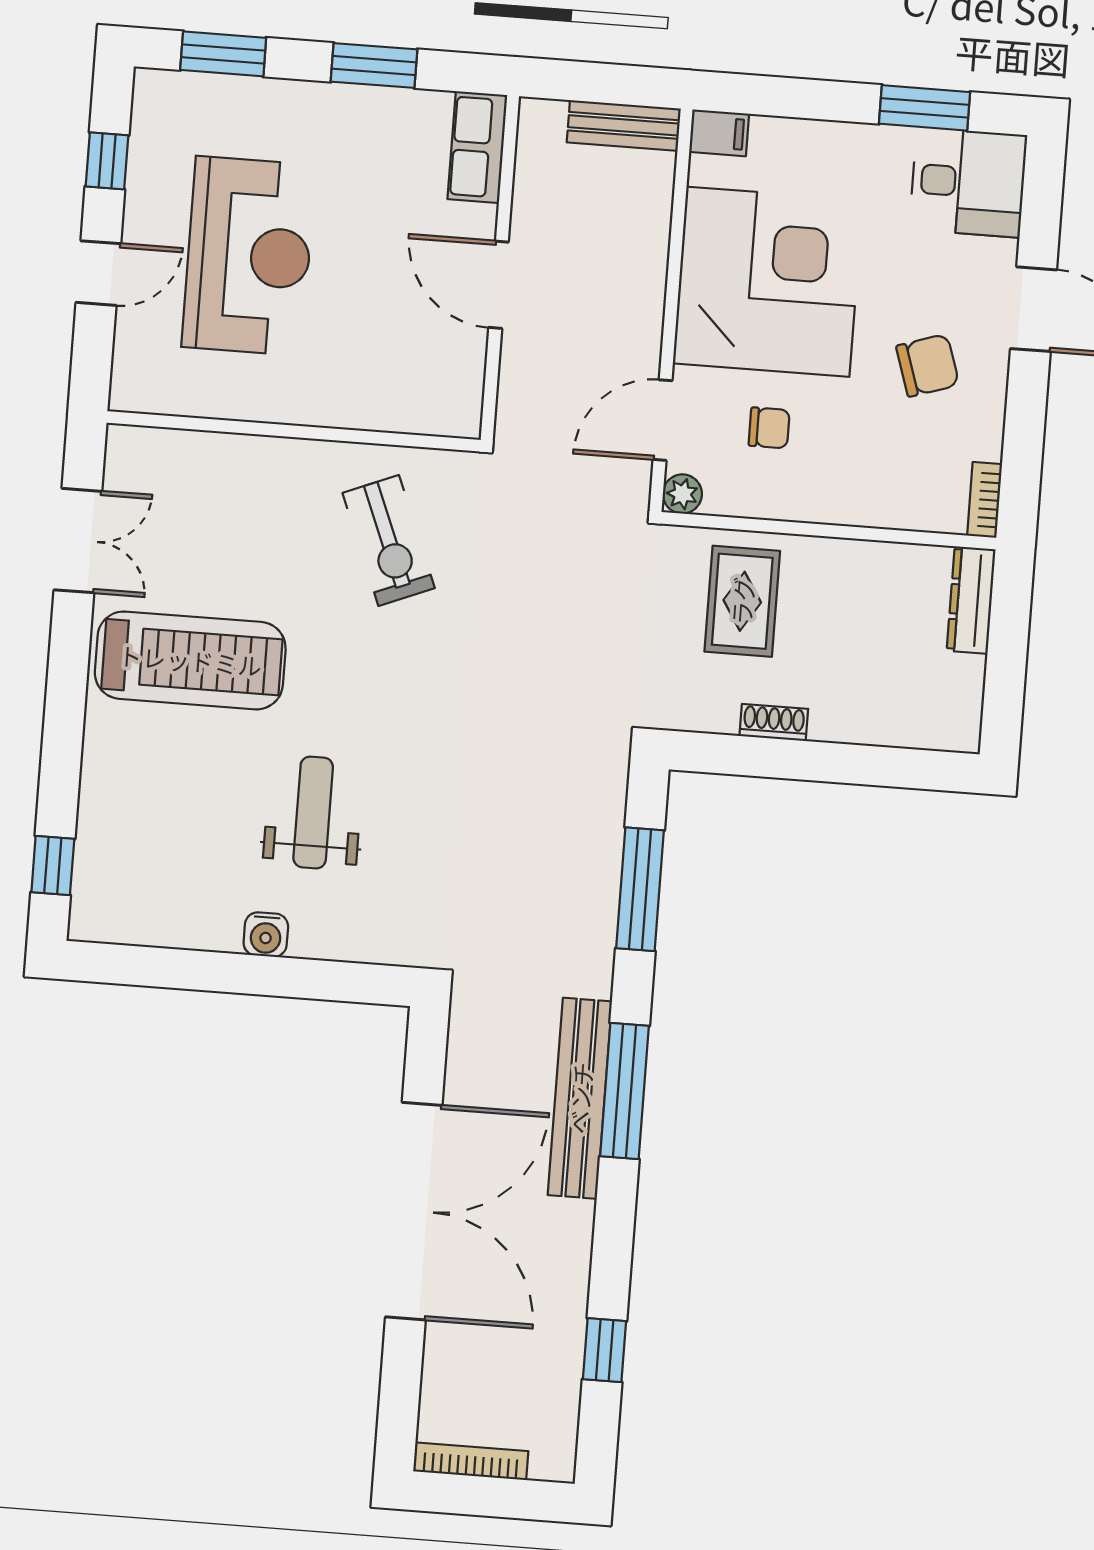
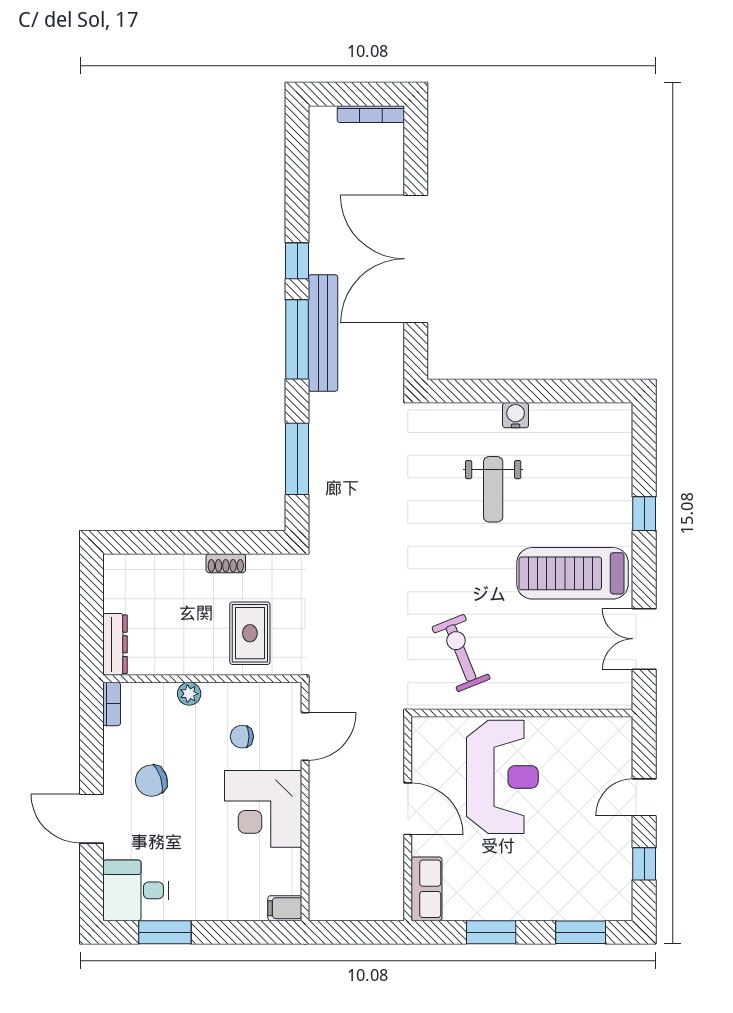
bench: (624, 125) -> (341, 908), removed
reception desk: (249, 256) -> (502, 777), moved, turned 180
corner desk: (768, 282) -> (263, 809), width x0.74, depth x0.74
plant: (682, 494) -> (189, 694), moved
window: (53, 865) -> (644, 514), moved
window: (605, 1350) -> (297, 261), moved

